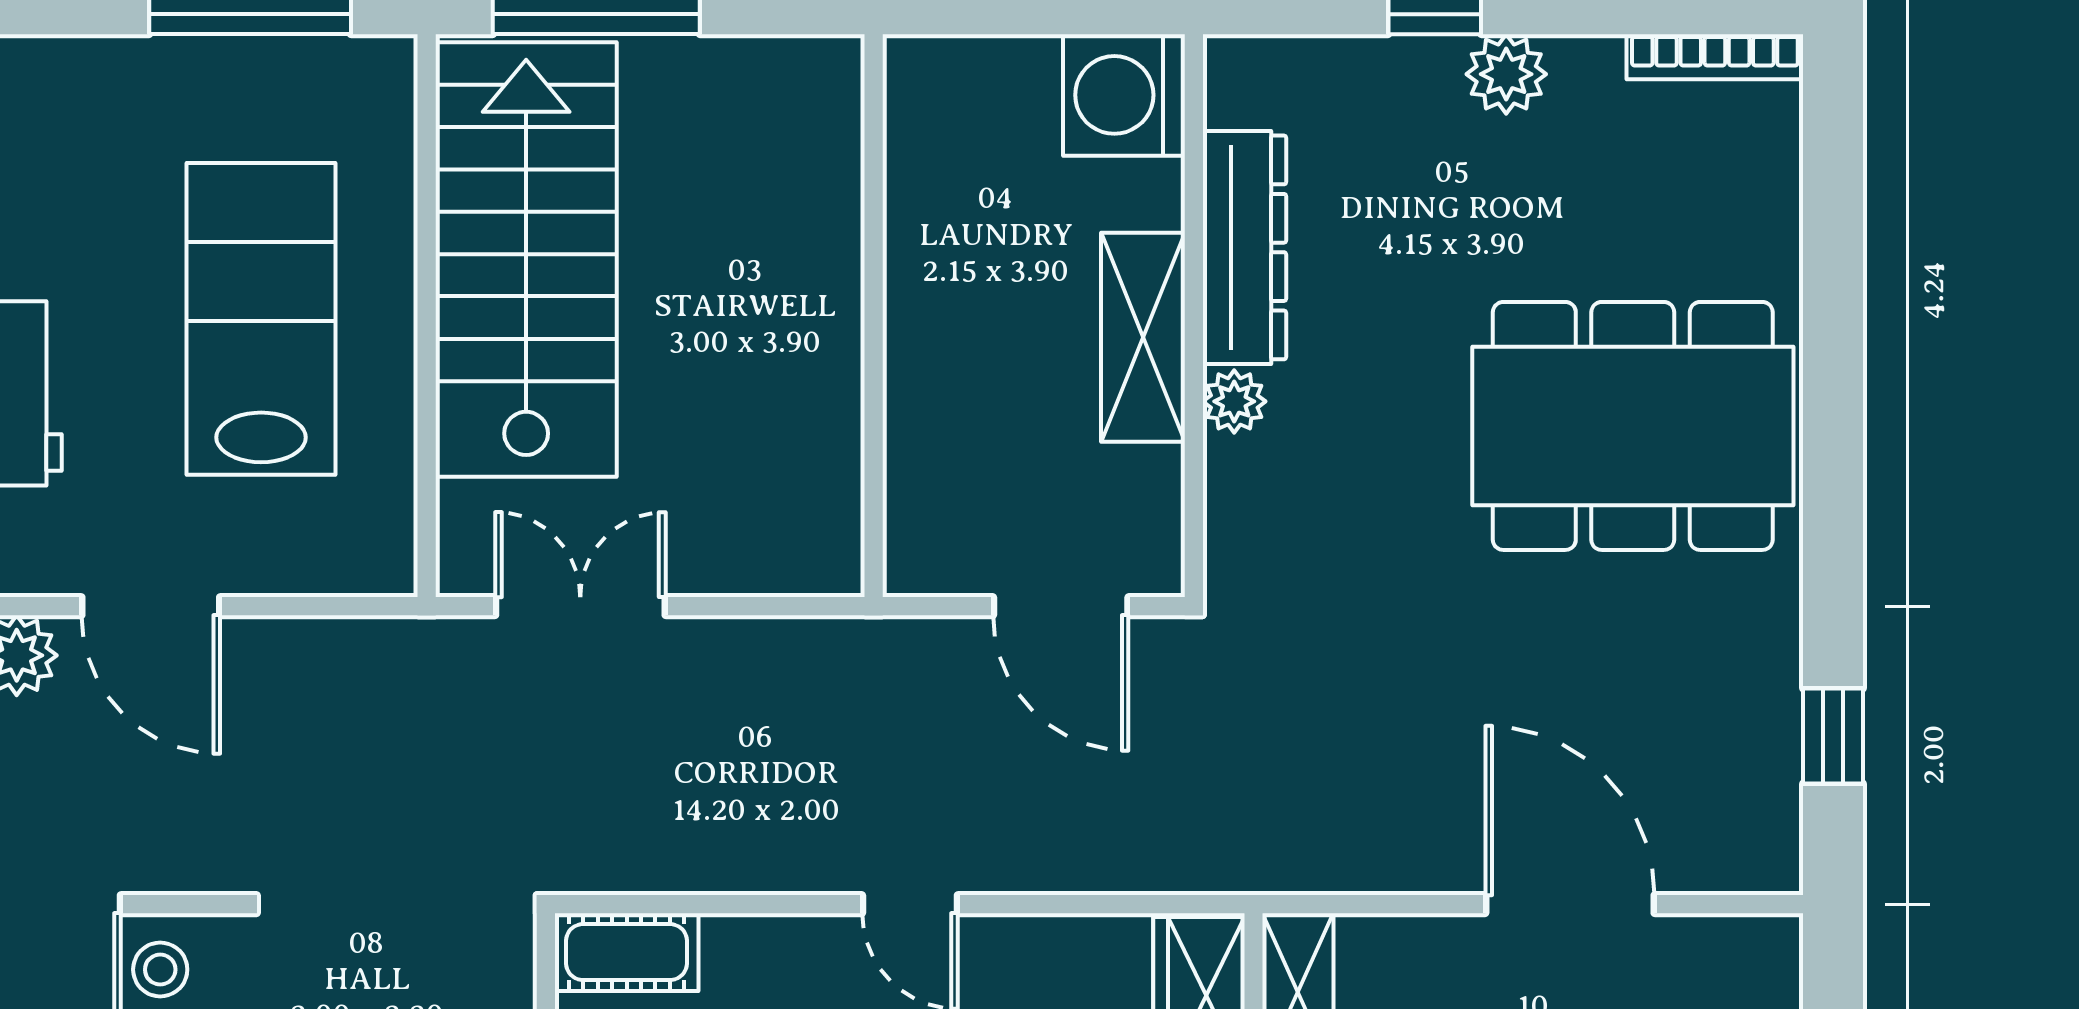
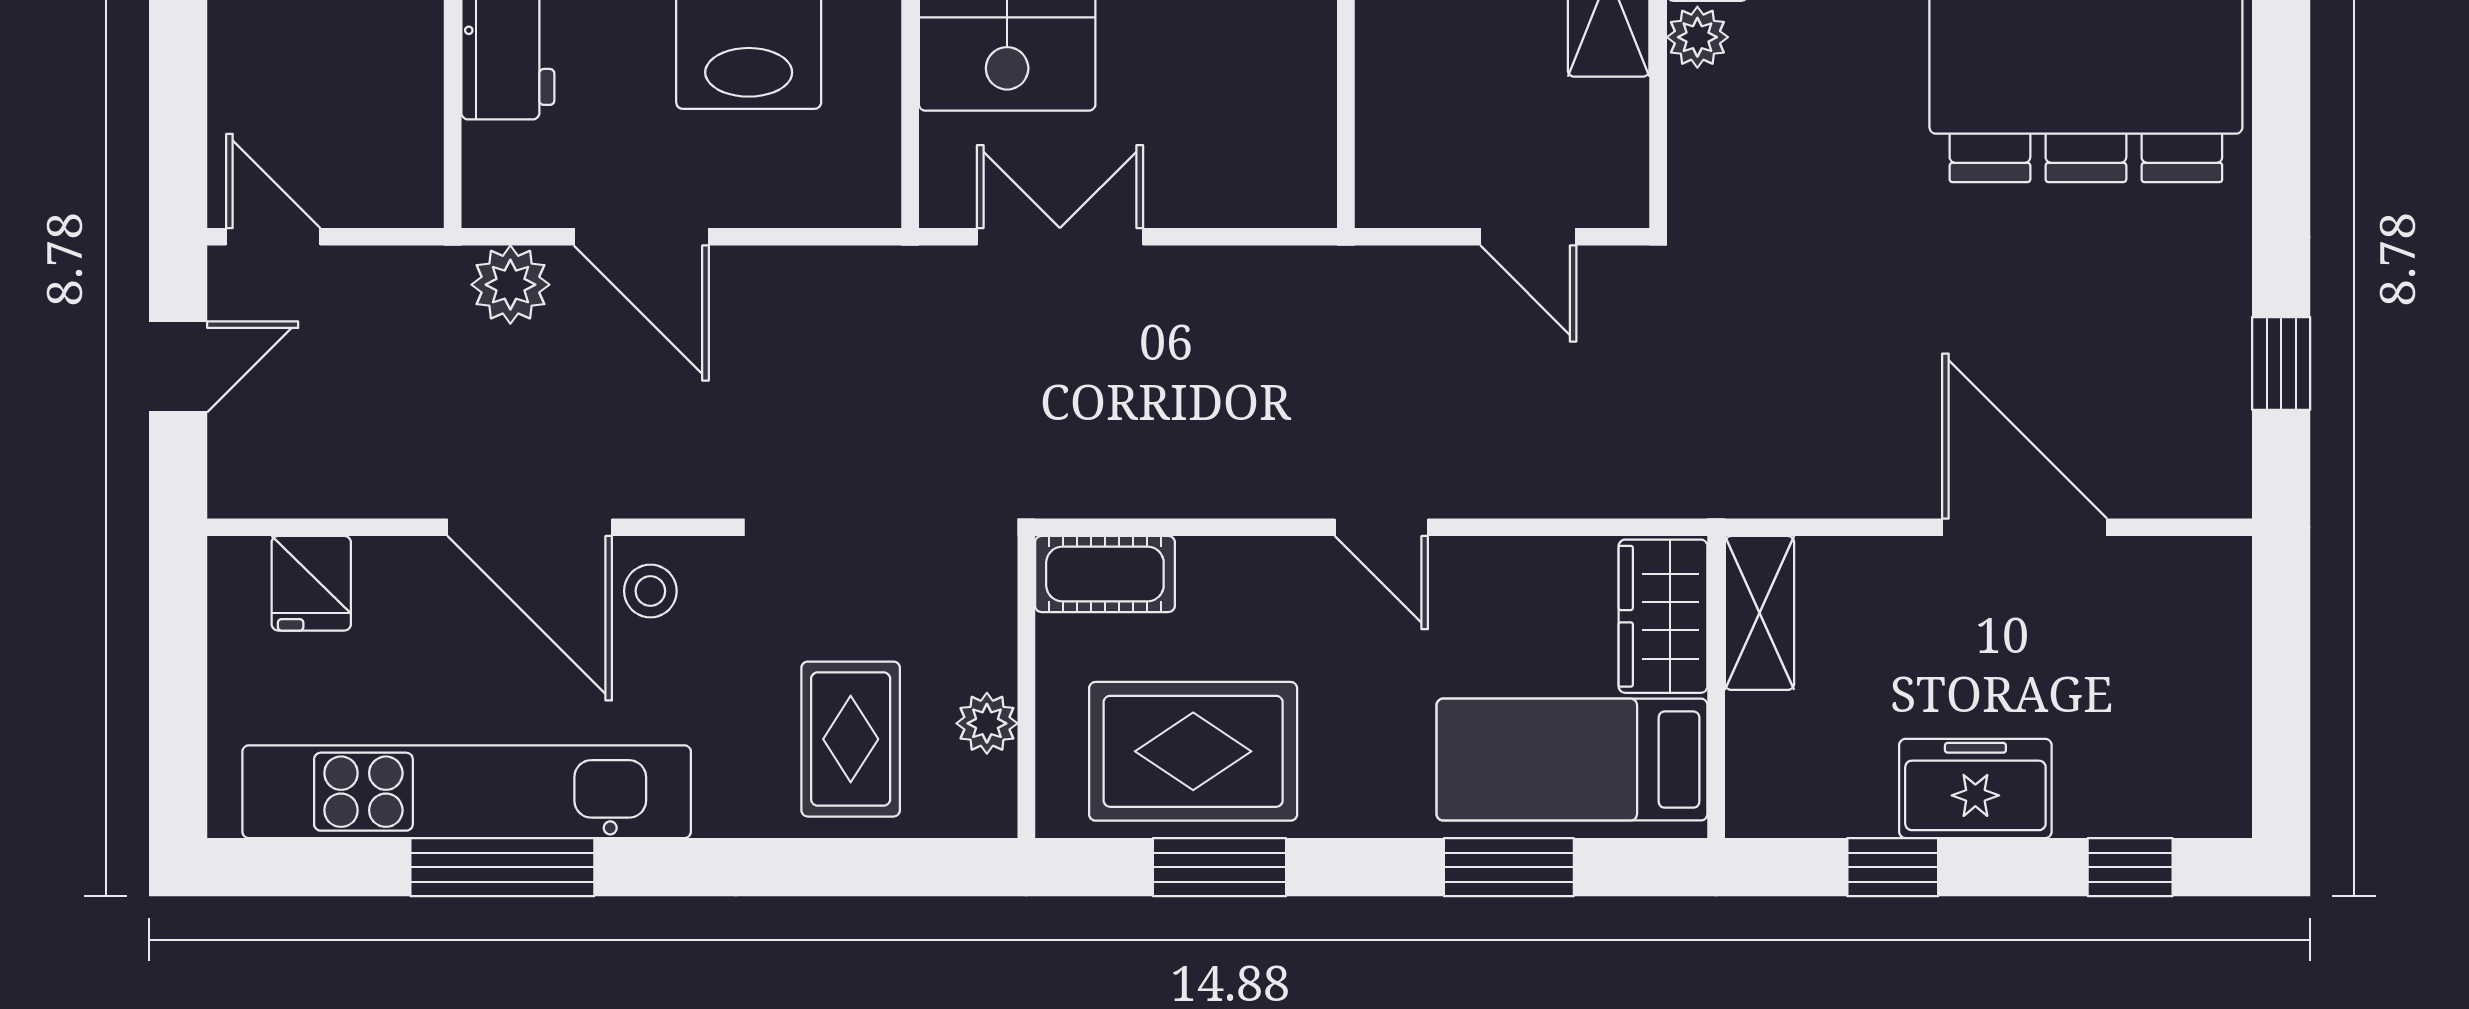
door: (1061, 606) -> (1528, 237), width x0.73

